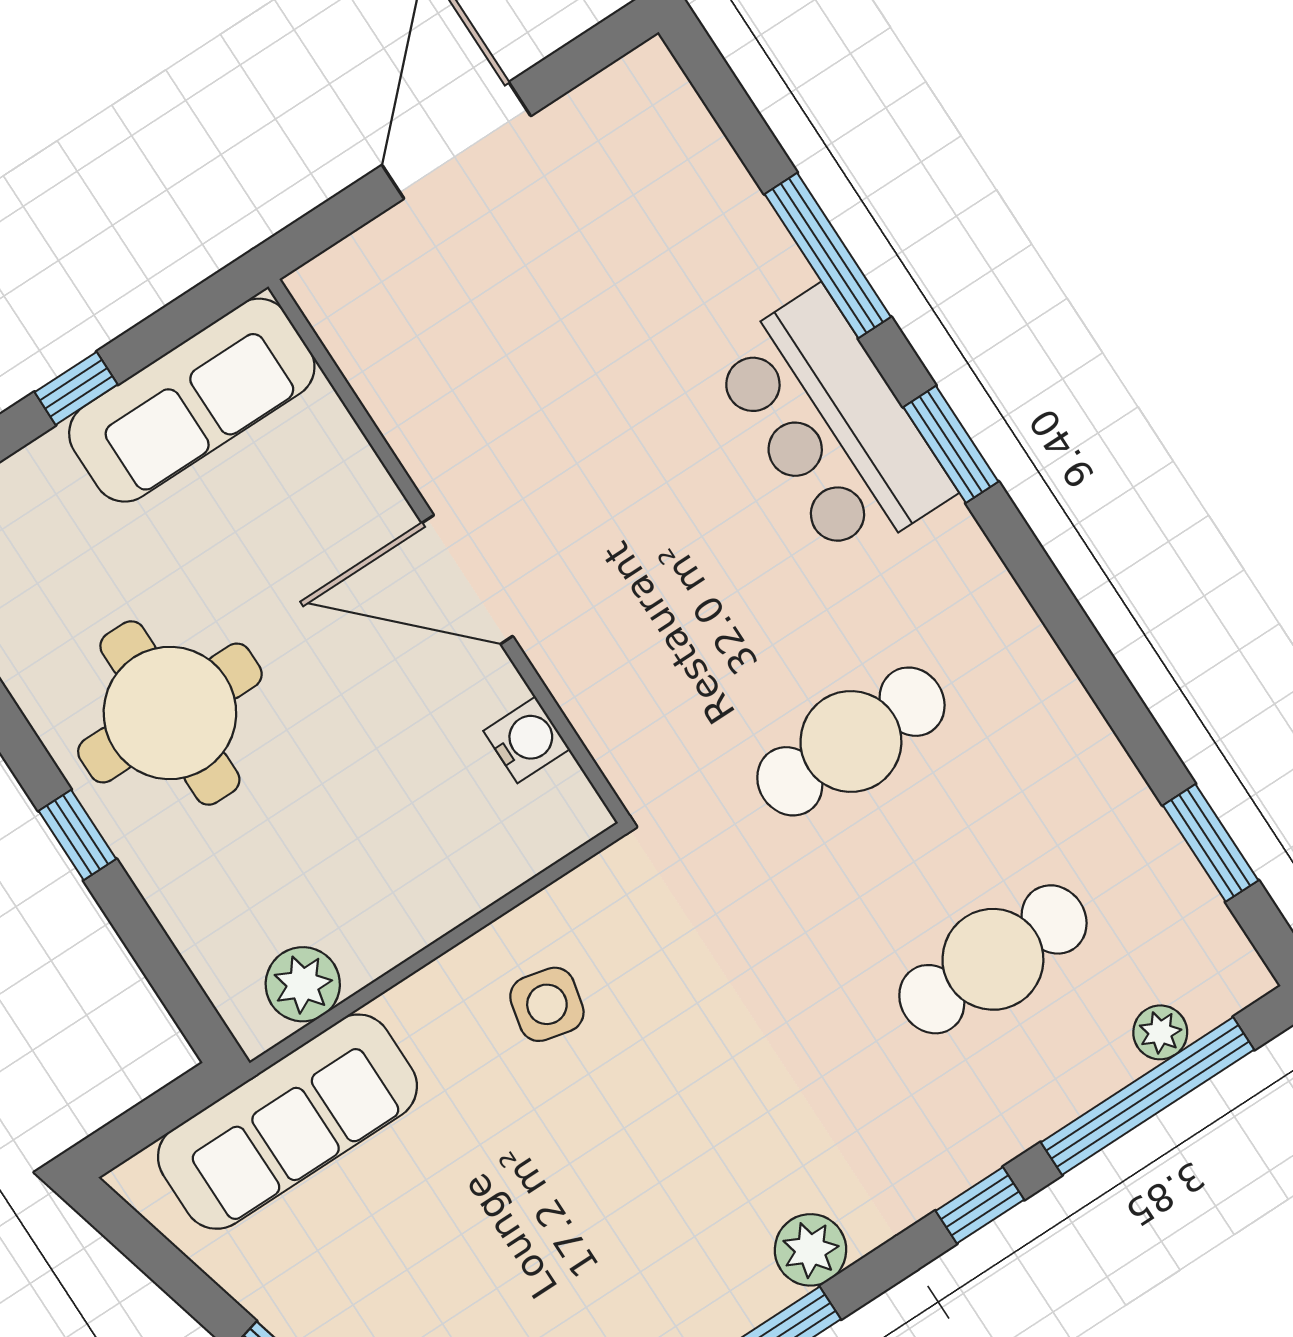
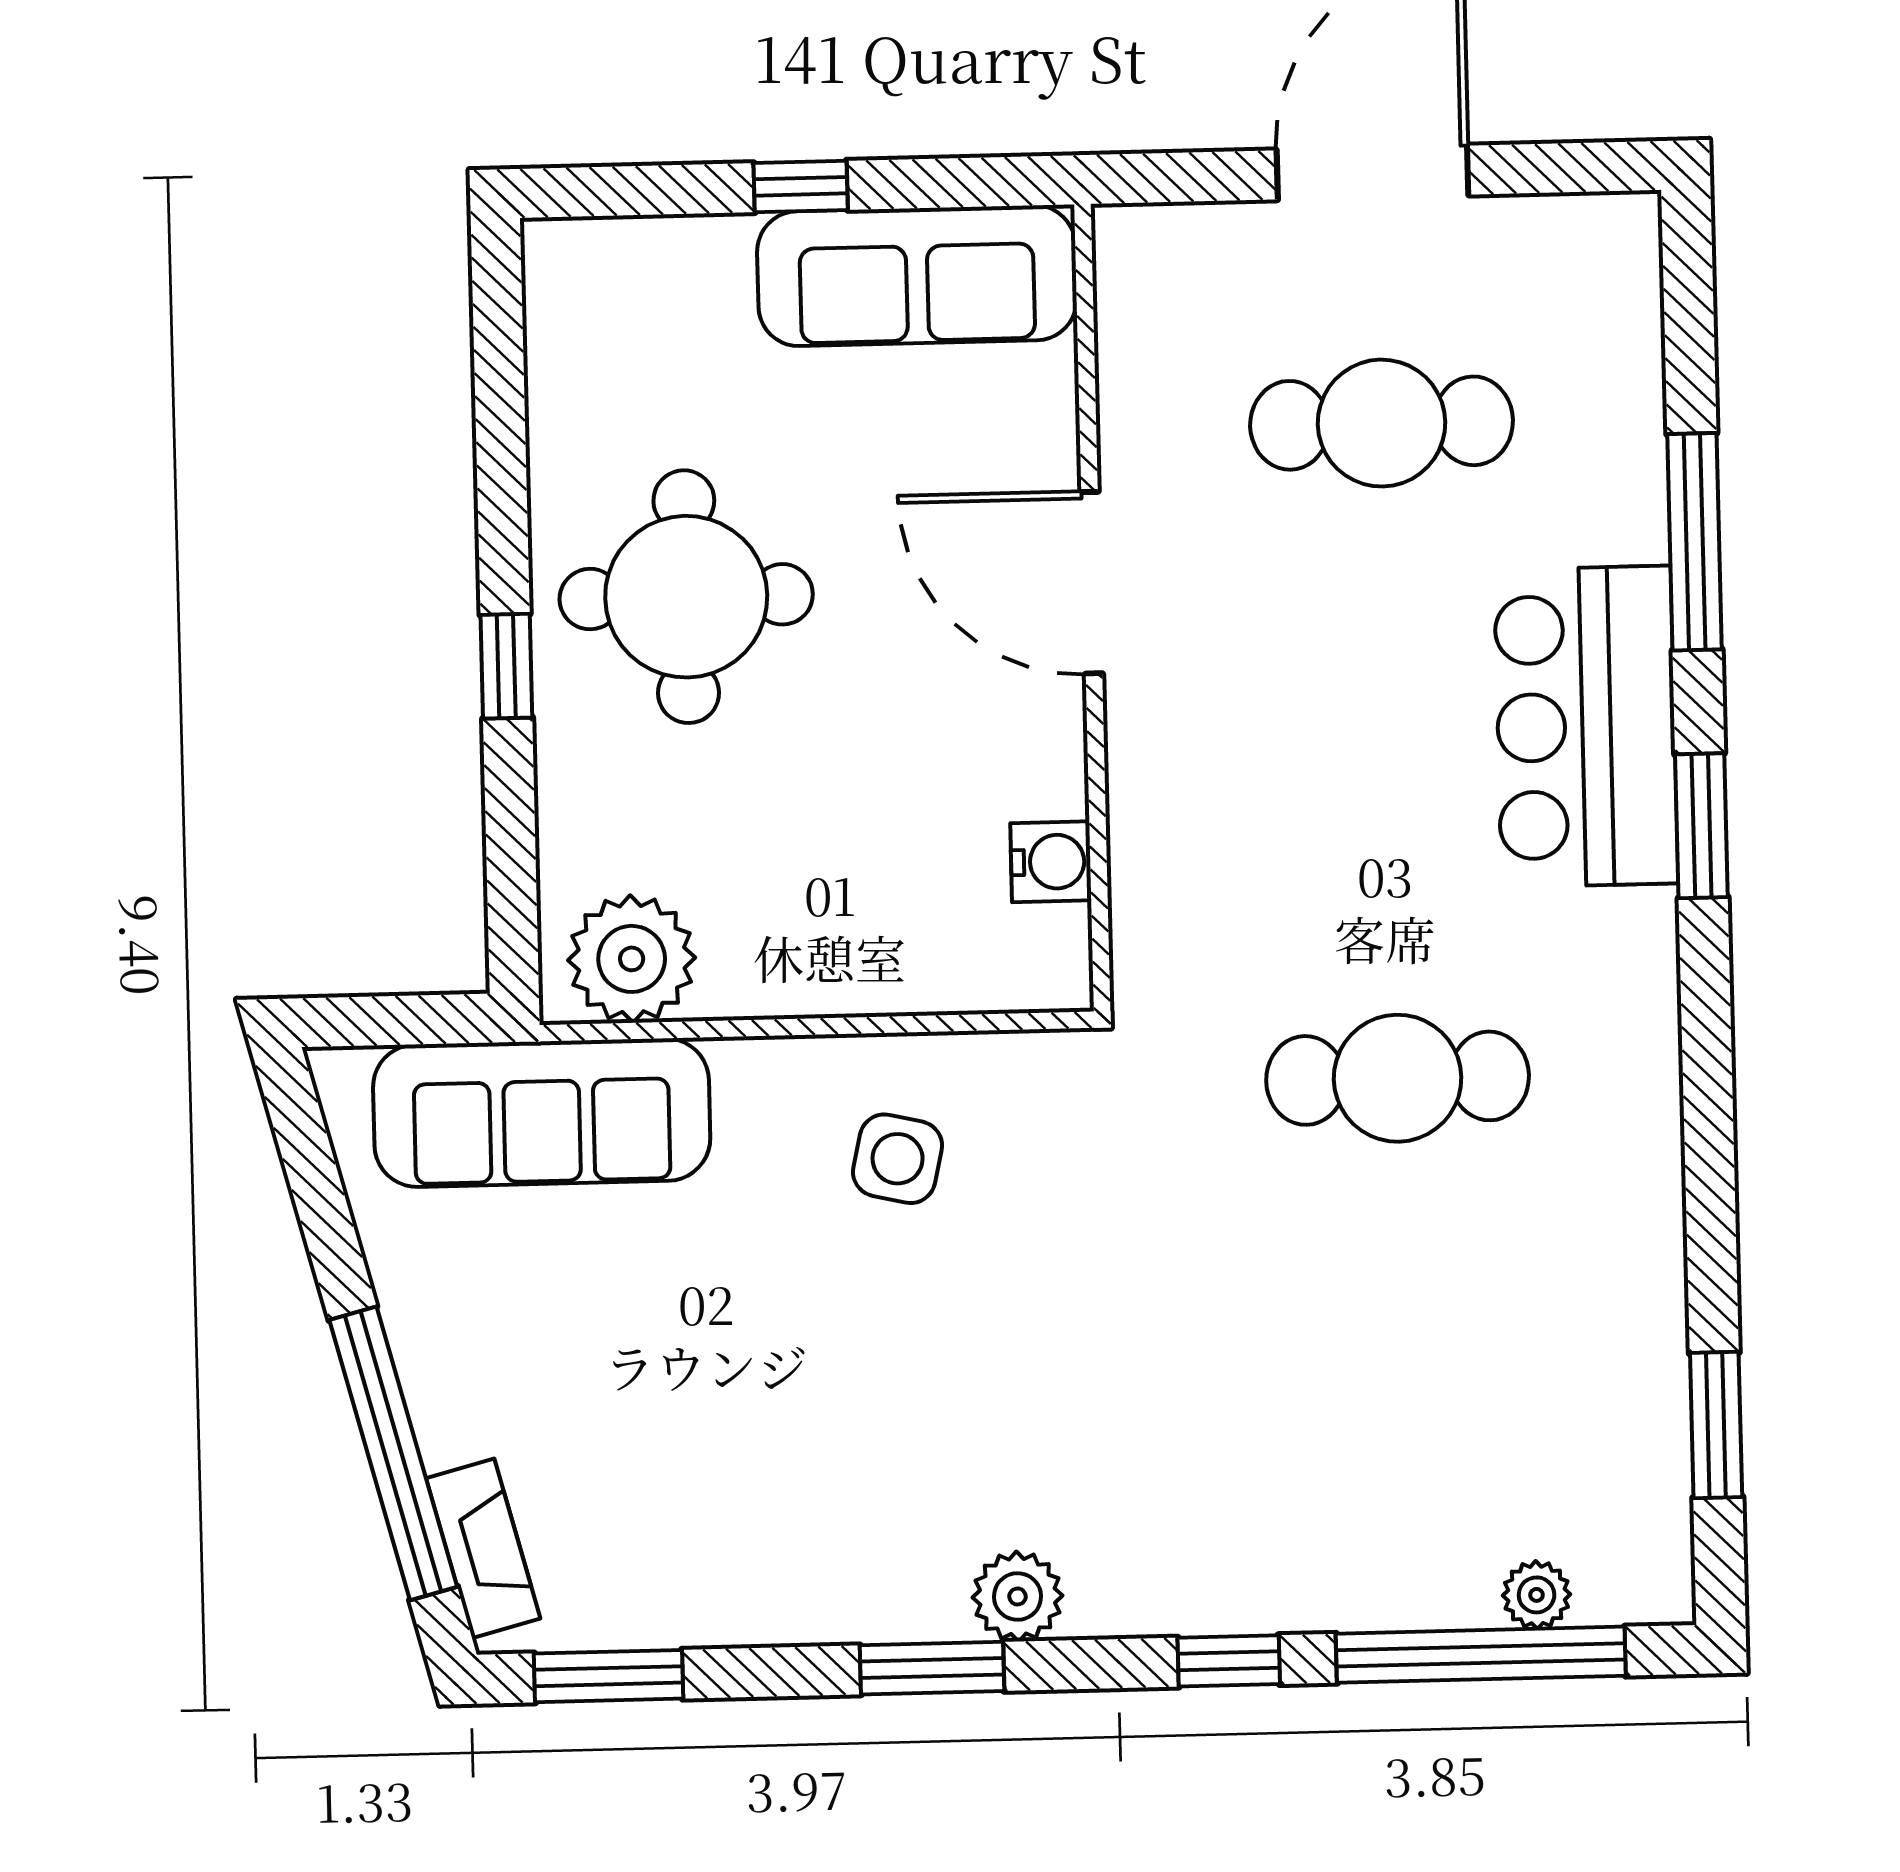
door: (467, 580) -> (1092, 583), moved
cafe table: (993, 959) -> (1382, 423), moved
plant: (303, 984) -> (632, 959), width x1.36, depth x1.36

